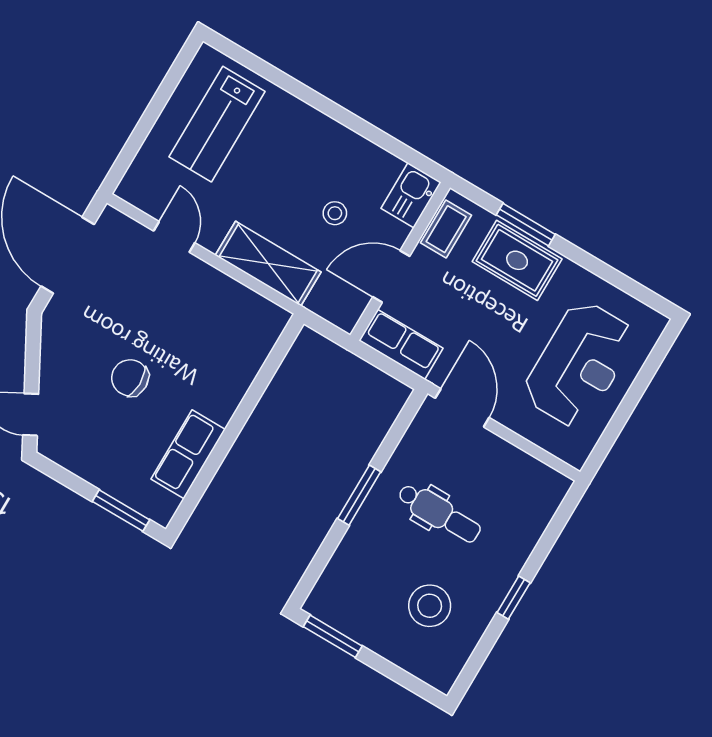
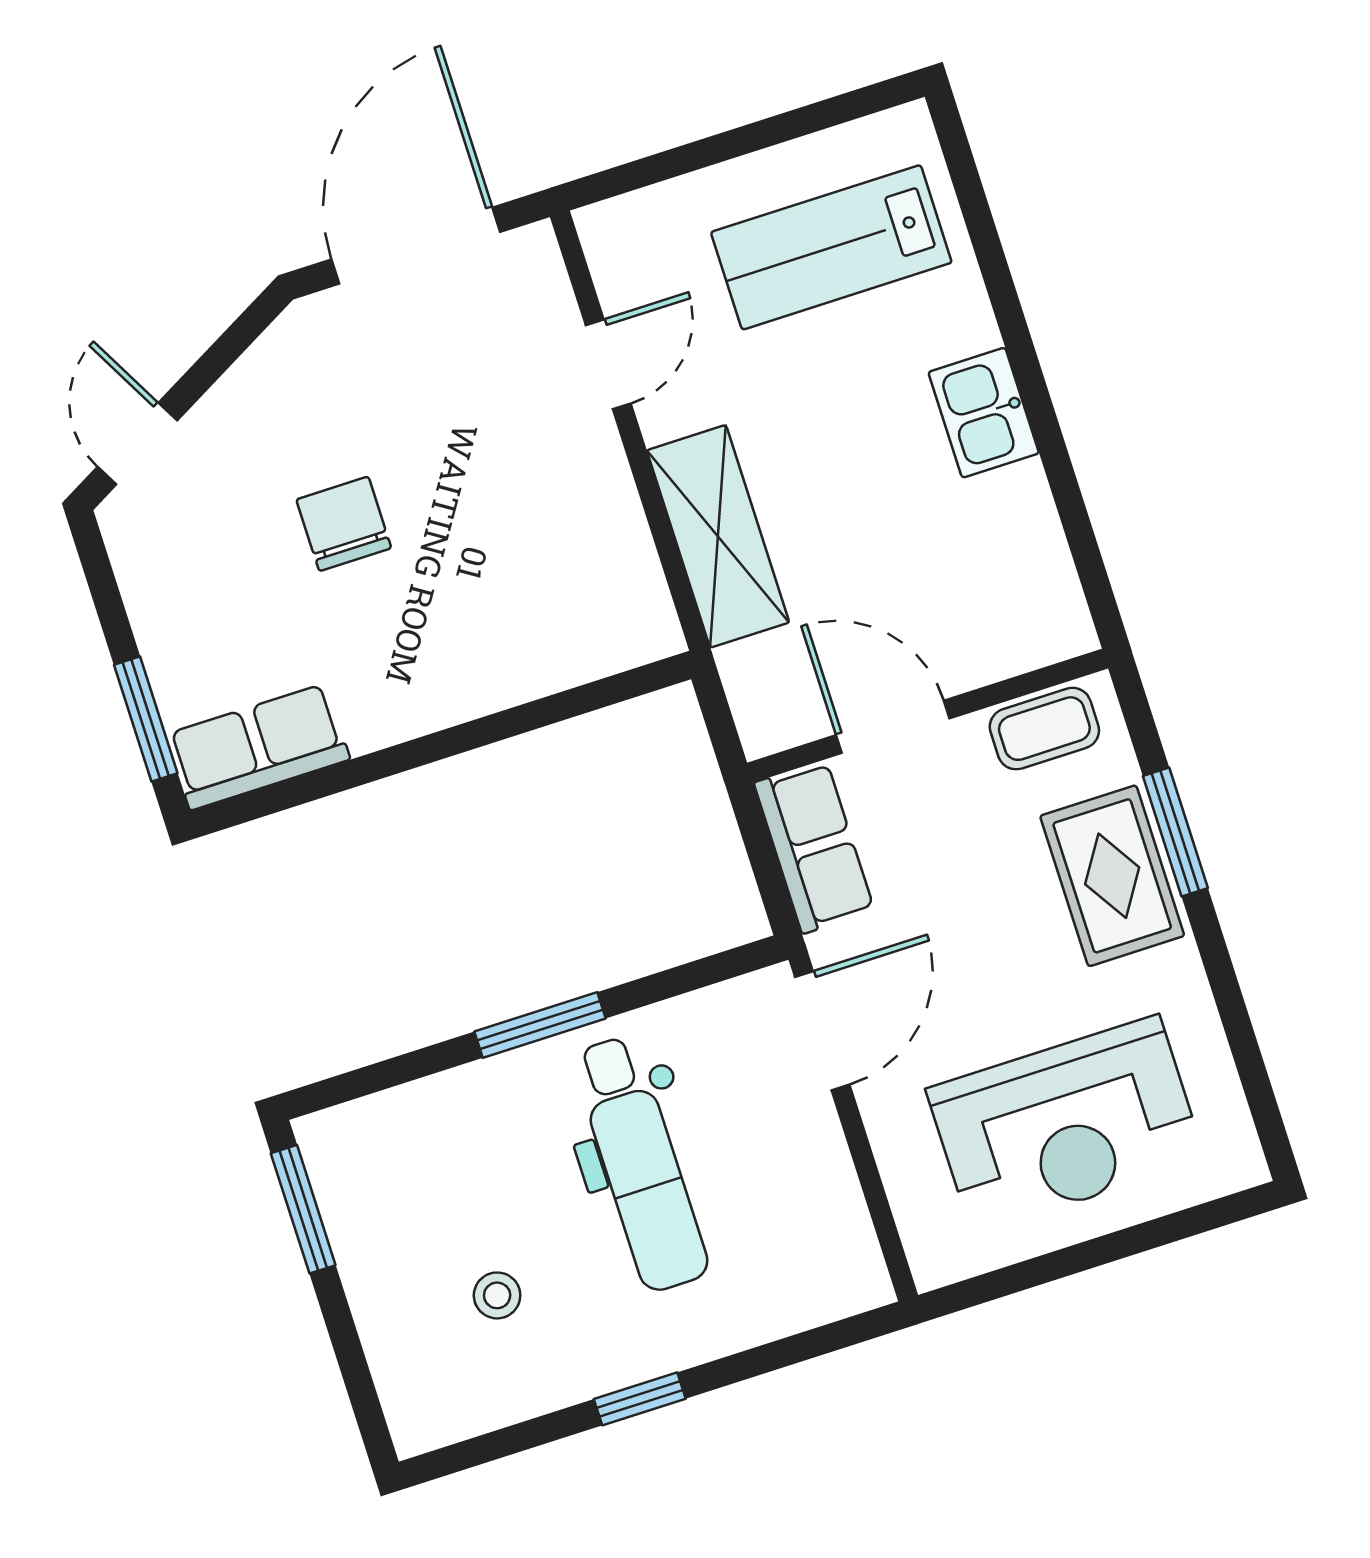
kitchen sink: (411, 195) -> (984, 413), moved, turned -90
stool: (335, 213) -> (892, 550), removed
row of seats: (188, 454) -> (258, 747), moved
dental chair: (439, 513) -> (640, 1164), width x1.36, depth x1.38
stool: (430, 606) -> (497, 1295), width x0.53, depth x0.53

